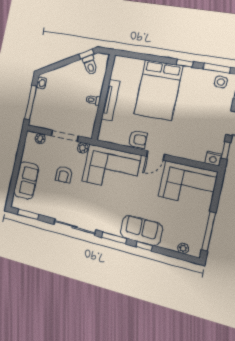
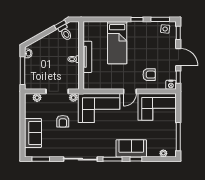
bed: (158, 90) -> (117, 43), width x0.67
armchair: (138, 139) -> (149, 75), moved

